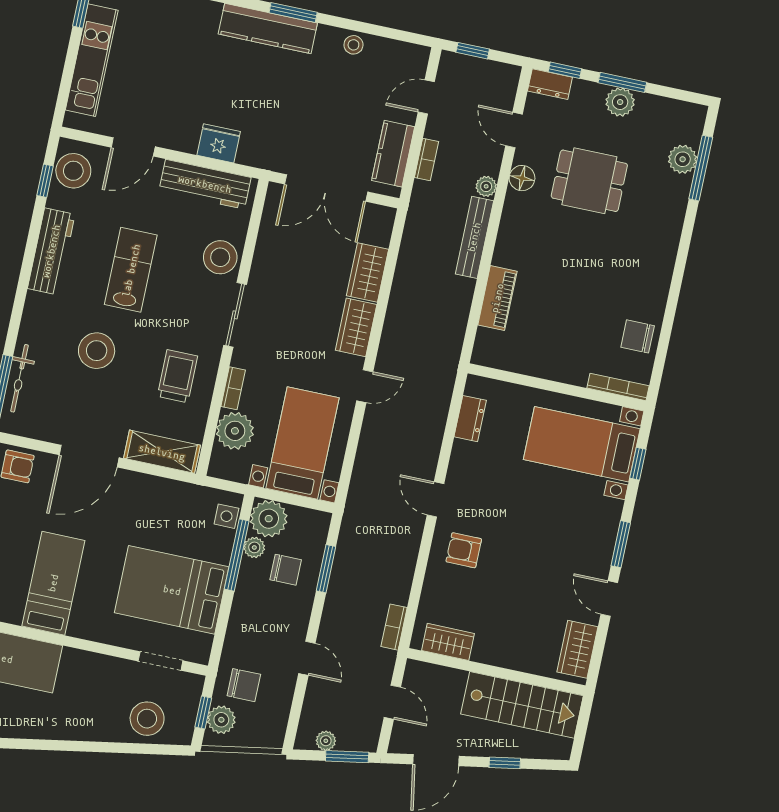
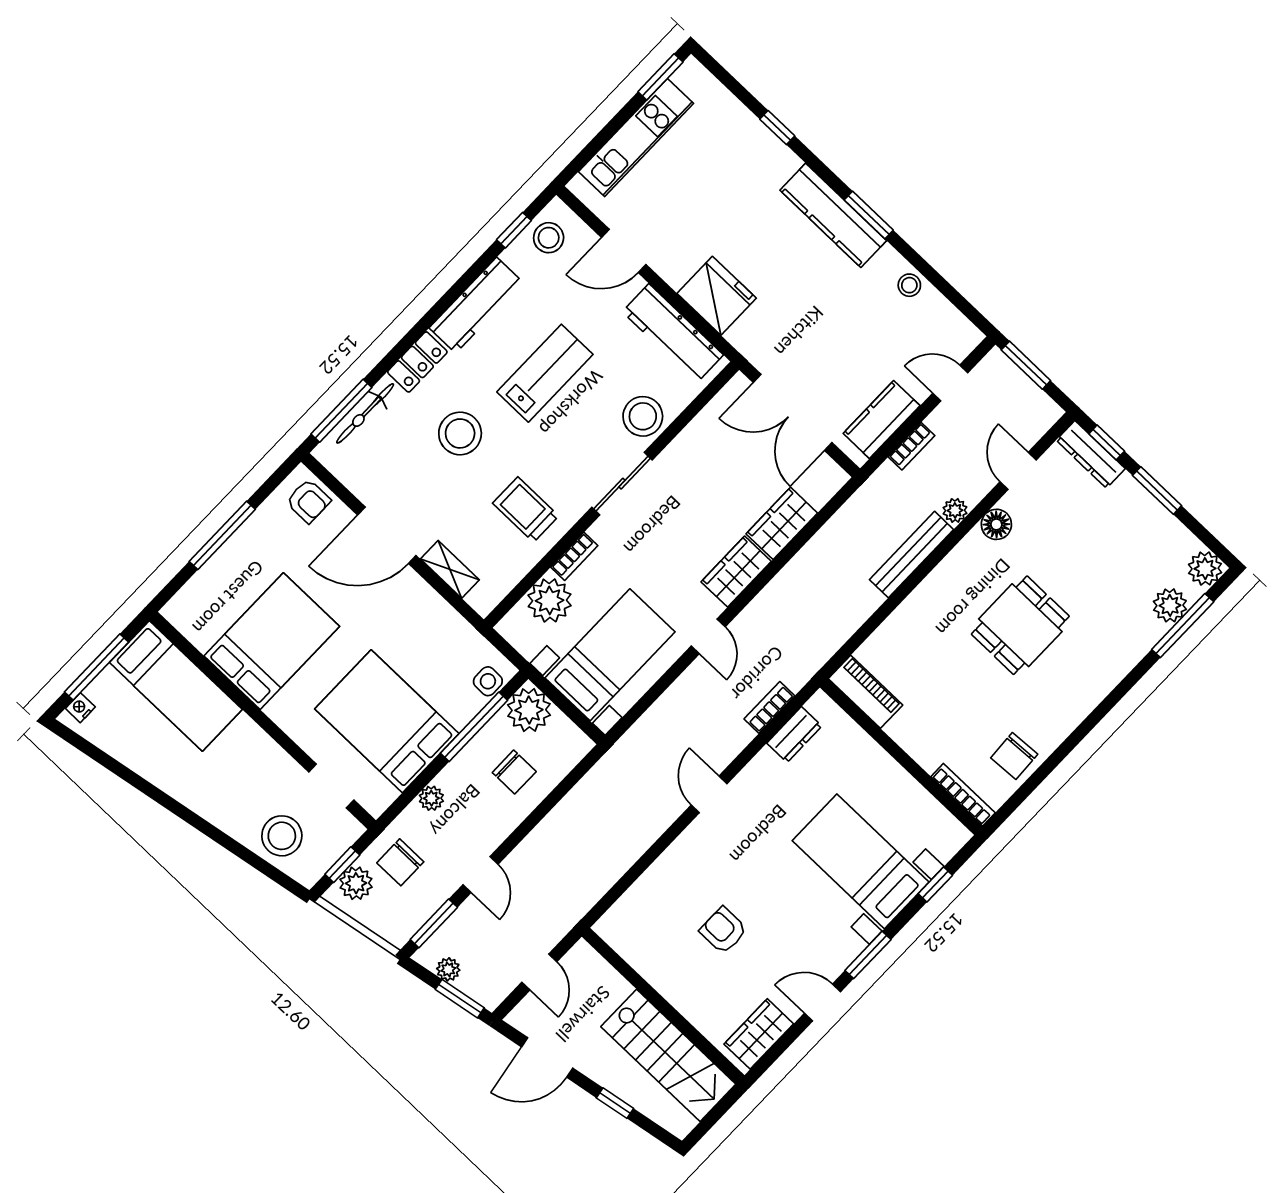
window: (473, 51) -> (1026, 365), width x1.50
dresser: (550, 84) -> (1091, 454), width x1.44
plant: (620, 102) -> (1205, 569), moved
fridge: (219, 143) -> (717, 296), width x1.36, depth x1.34
stool: (73, 171) -> (549, 238), width x0.73, depth x0.73
dining table: (589, 181) -> (1020, 625), moved, turned 90
piano: (497, 298) -> (865, 692), moved, turned -90
locker: (34, 318) -> (417, 362), added
chair: (638, 336) -> (1014, 756), turned -93
trolley: (177, 376) -> (526, 510), turned -90
door: (365, 386) -> (708, 636), hinge flipped
bed with nightstands: (582, 444) -> (861, 861), moved
shelving: (162, 452) -> (450, 569), width x0.67, depth x0.75
plant: (254, 547) -> (431, 798), moved
armchair: (464, 550) -> (723, 930), moved
window: (326, 569) -> (434, 923), moved
bed: (53, 583) -> (272, 641), width x1.50
door: (609, 598) -> (822, 1002), hinge flipped
bookcase: (394, 627) -> (769, 707), moved
wardrobe: (448, 642) -> (633, 946), removed
chair: (244, 685) -> (400, 862), turned 90

